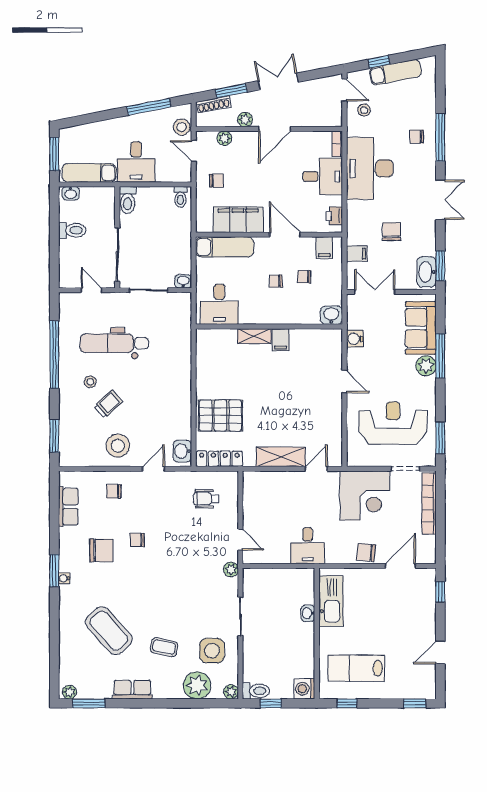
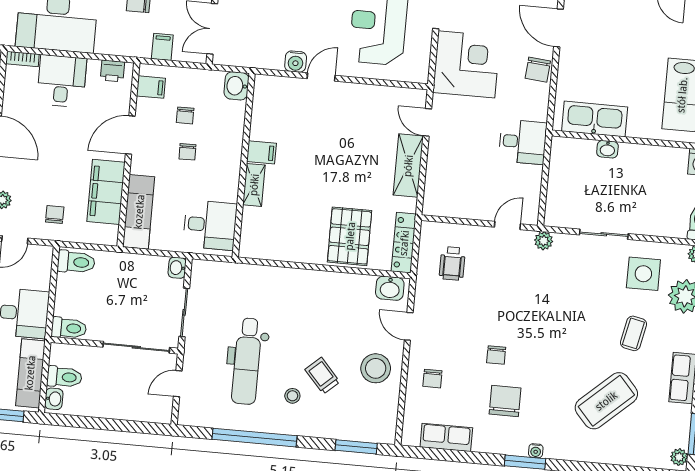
toilet: (180, 197) -> (76, 262), width x1.37, depth x1.39
toilet: (72, 230) -> (64, 377), moved, turned 90
water cooler: (355, 339) -> (296, 62), moved

